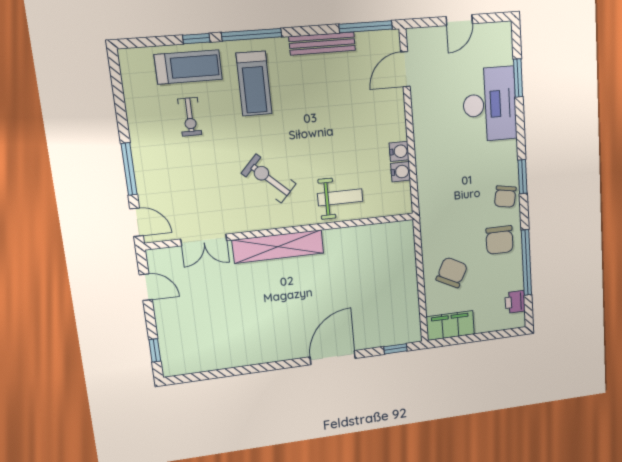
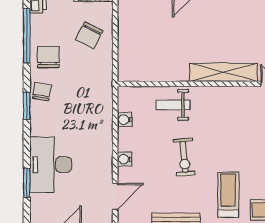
water cooler: (399, 151) -> (125, 159), moved
exercise bike: (269, 179) -> (184, 157), moved, turned 42

